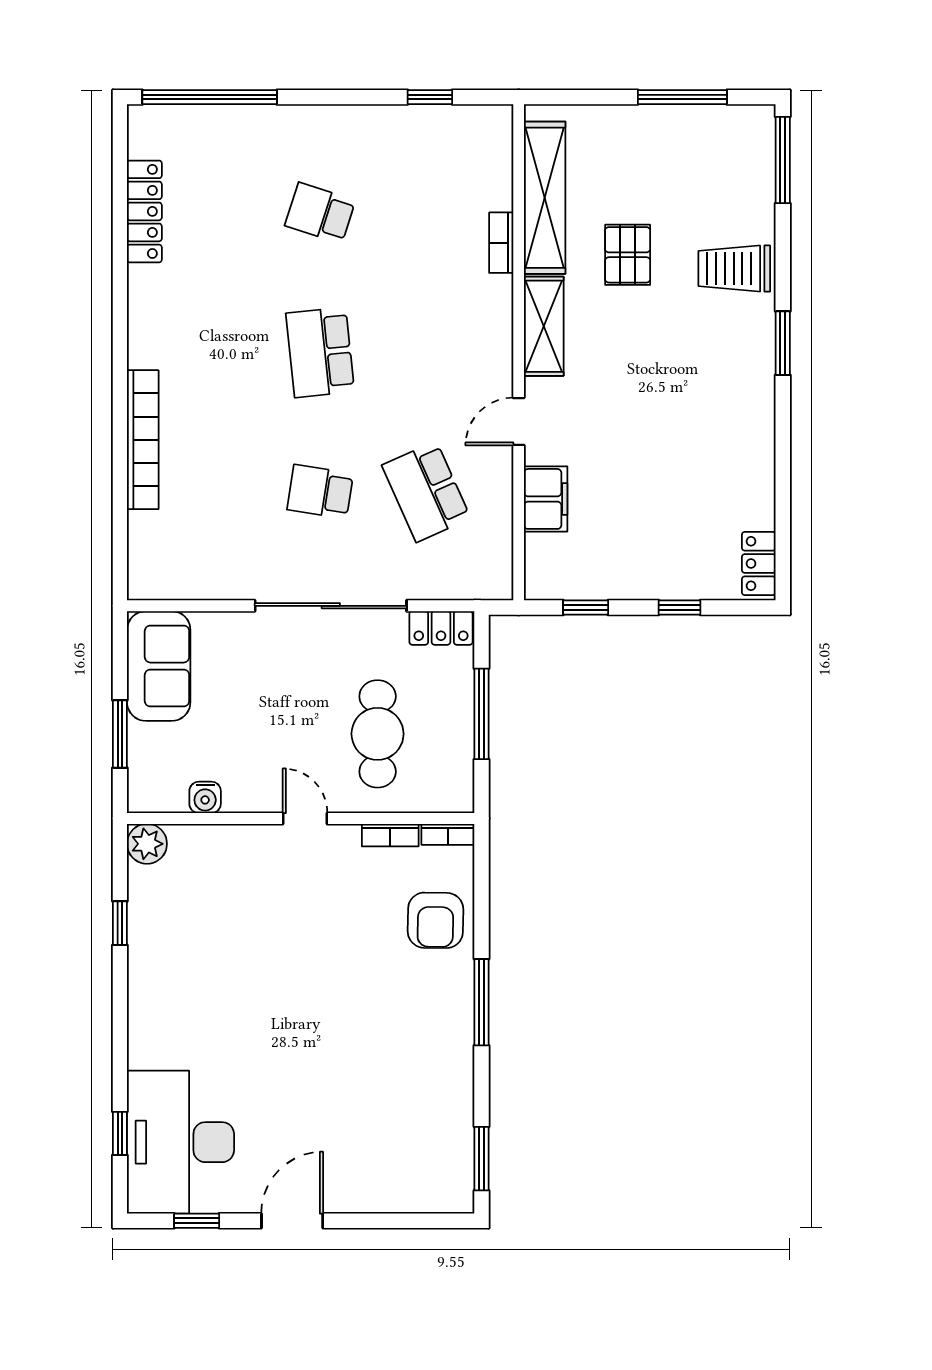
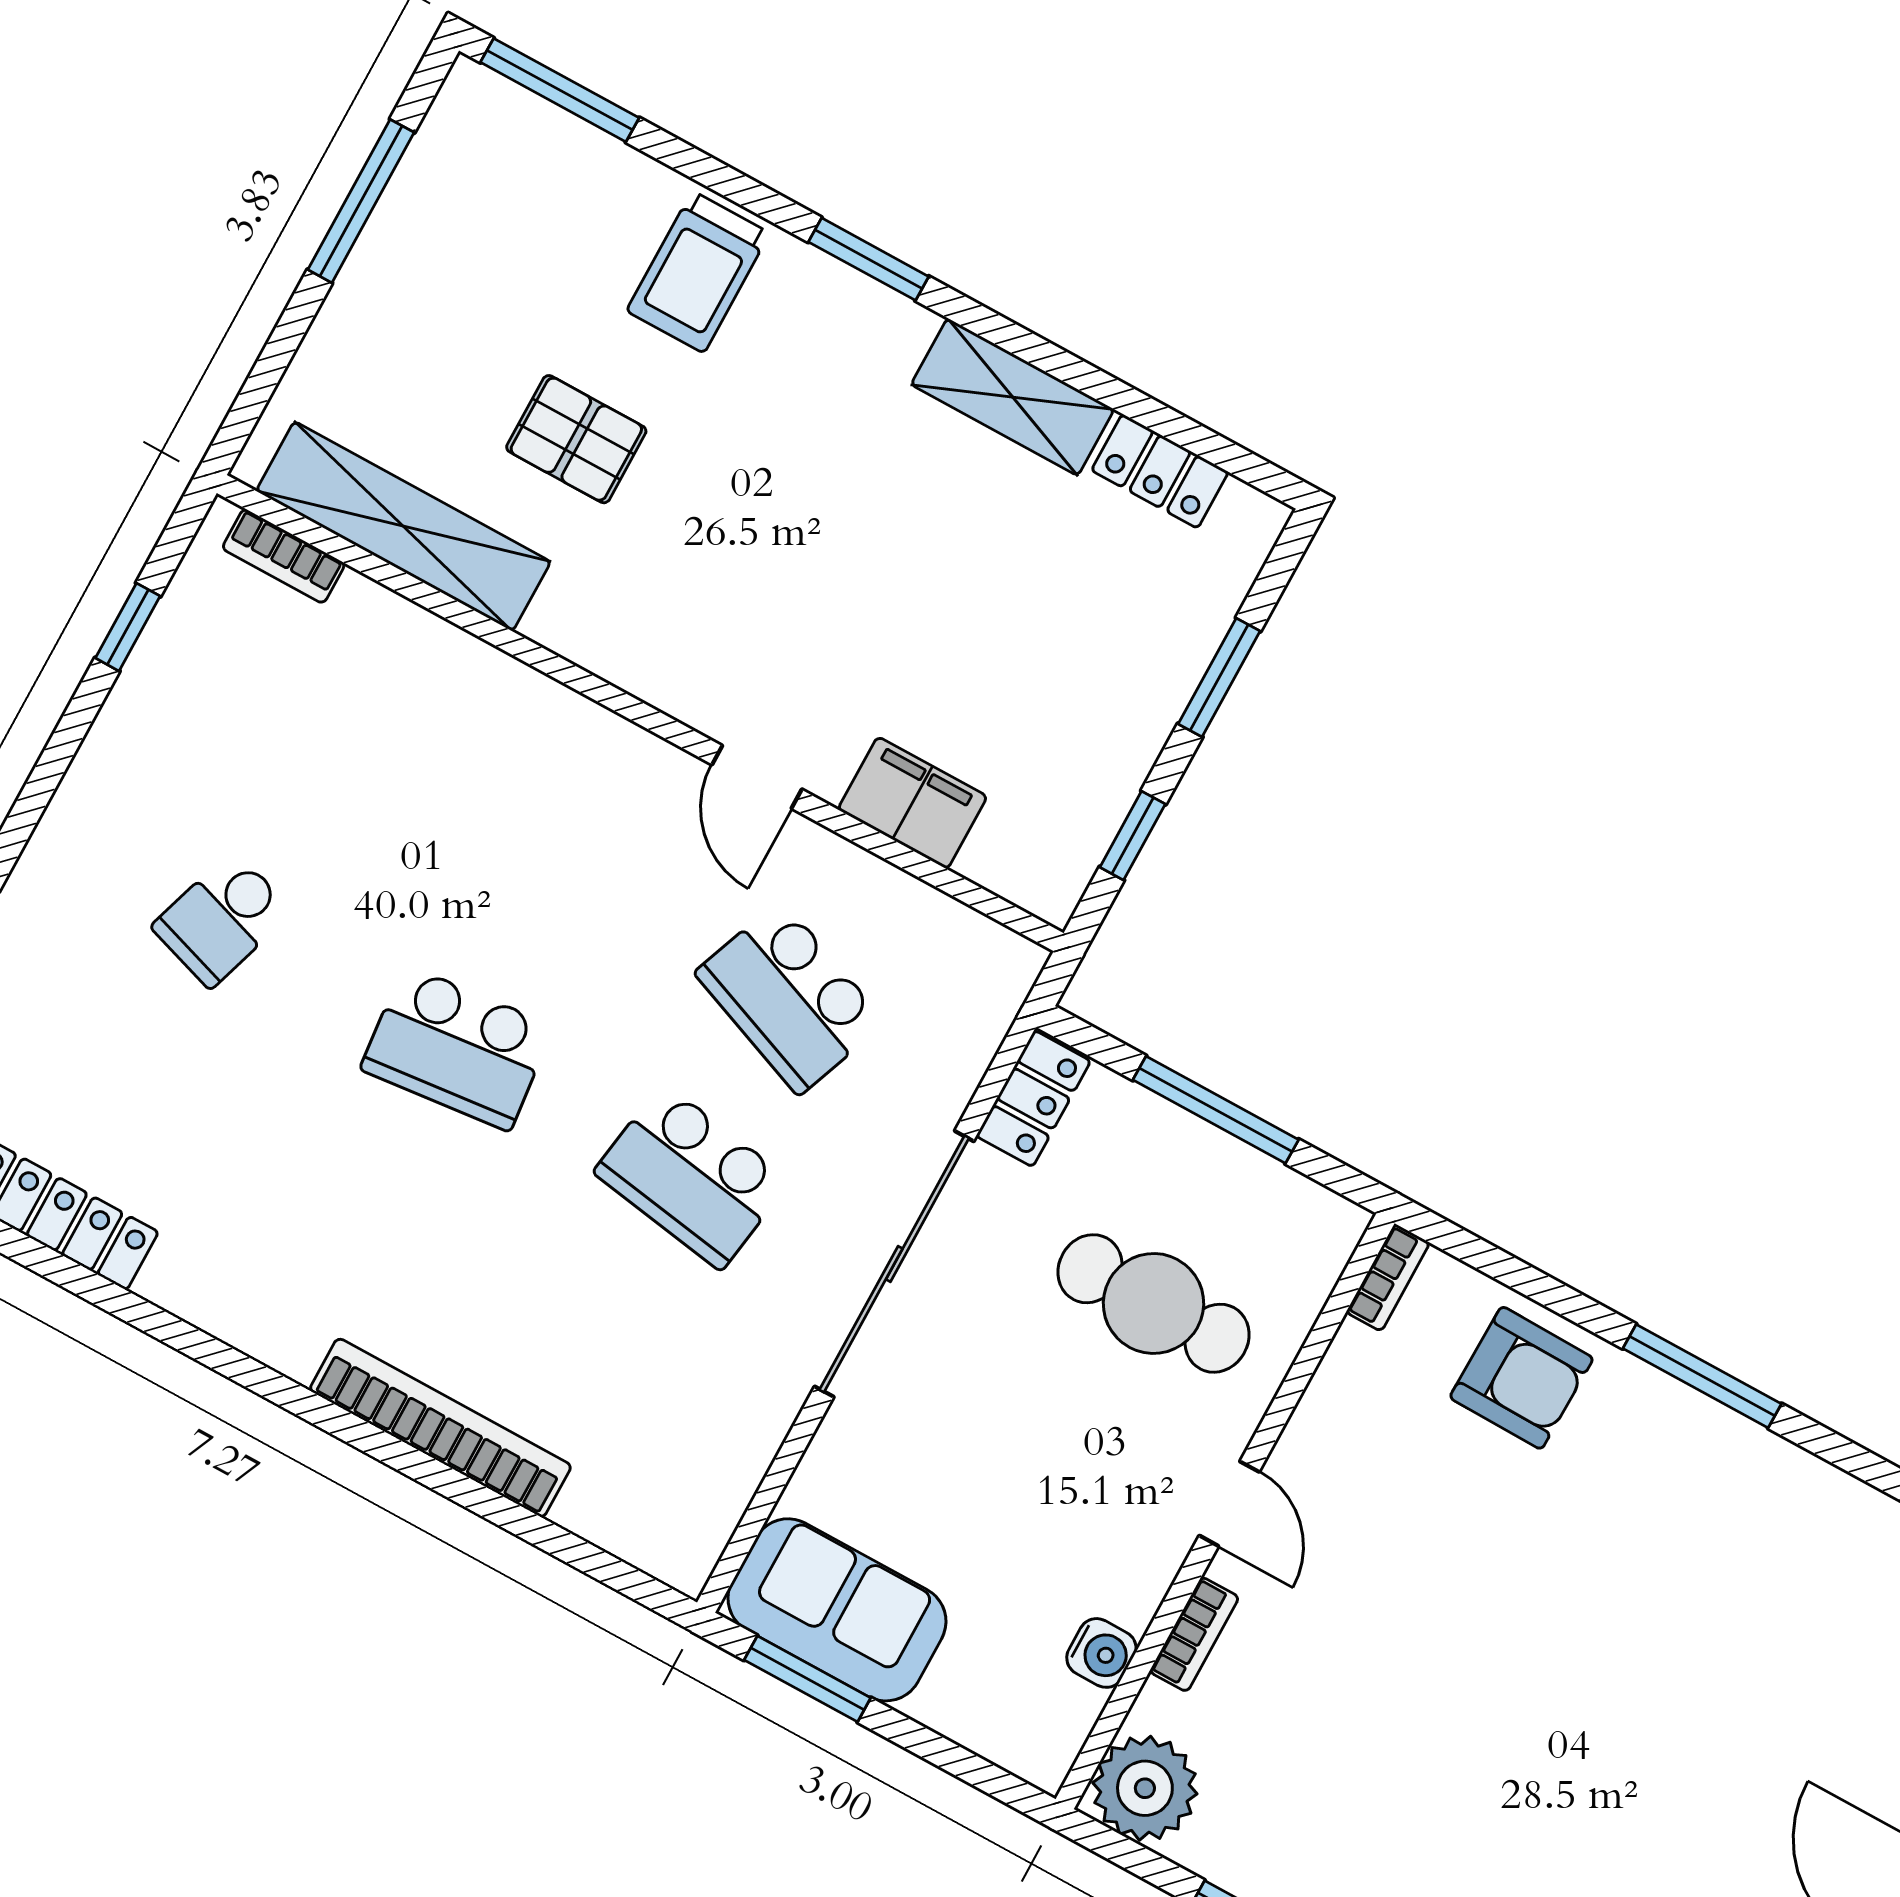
bookcase: (501, 243) -> (284, 556), moved
shelving: (544, 326) -> (1013, 397), moved
school desk: (320, 492) -> (692, 1177), width x1.85
school desk: (426, 492) -> (790, 998), turned 45
locker: (759, 564) -> (1160, 471), moved
window: (679, 608) -> (1219, 678), width x1.50
window: (120, 734) -> (807, 1679), moved
door: (305, 818) -> (1229, 1504), swing flipped
bookcase: (390, 835) -> (1194, 1634), moved
plant: (147, 844) -> (1145, 1788), width x1.36, depth x1.36

